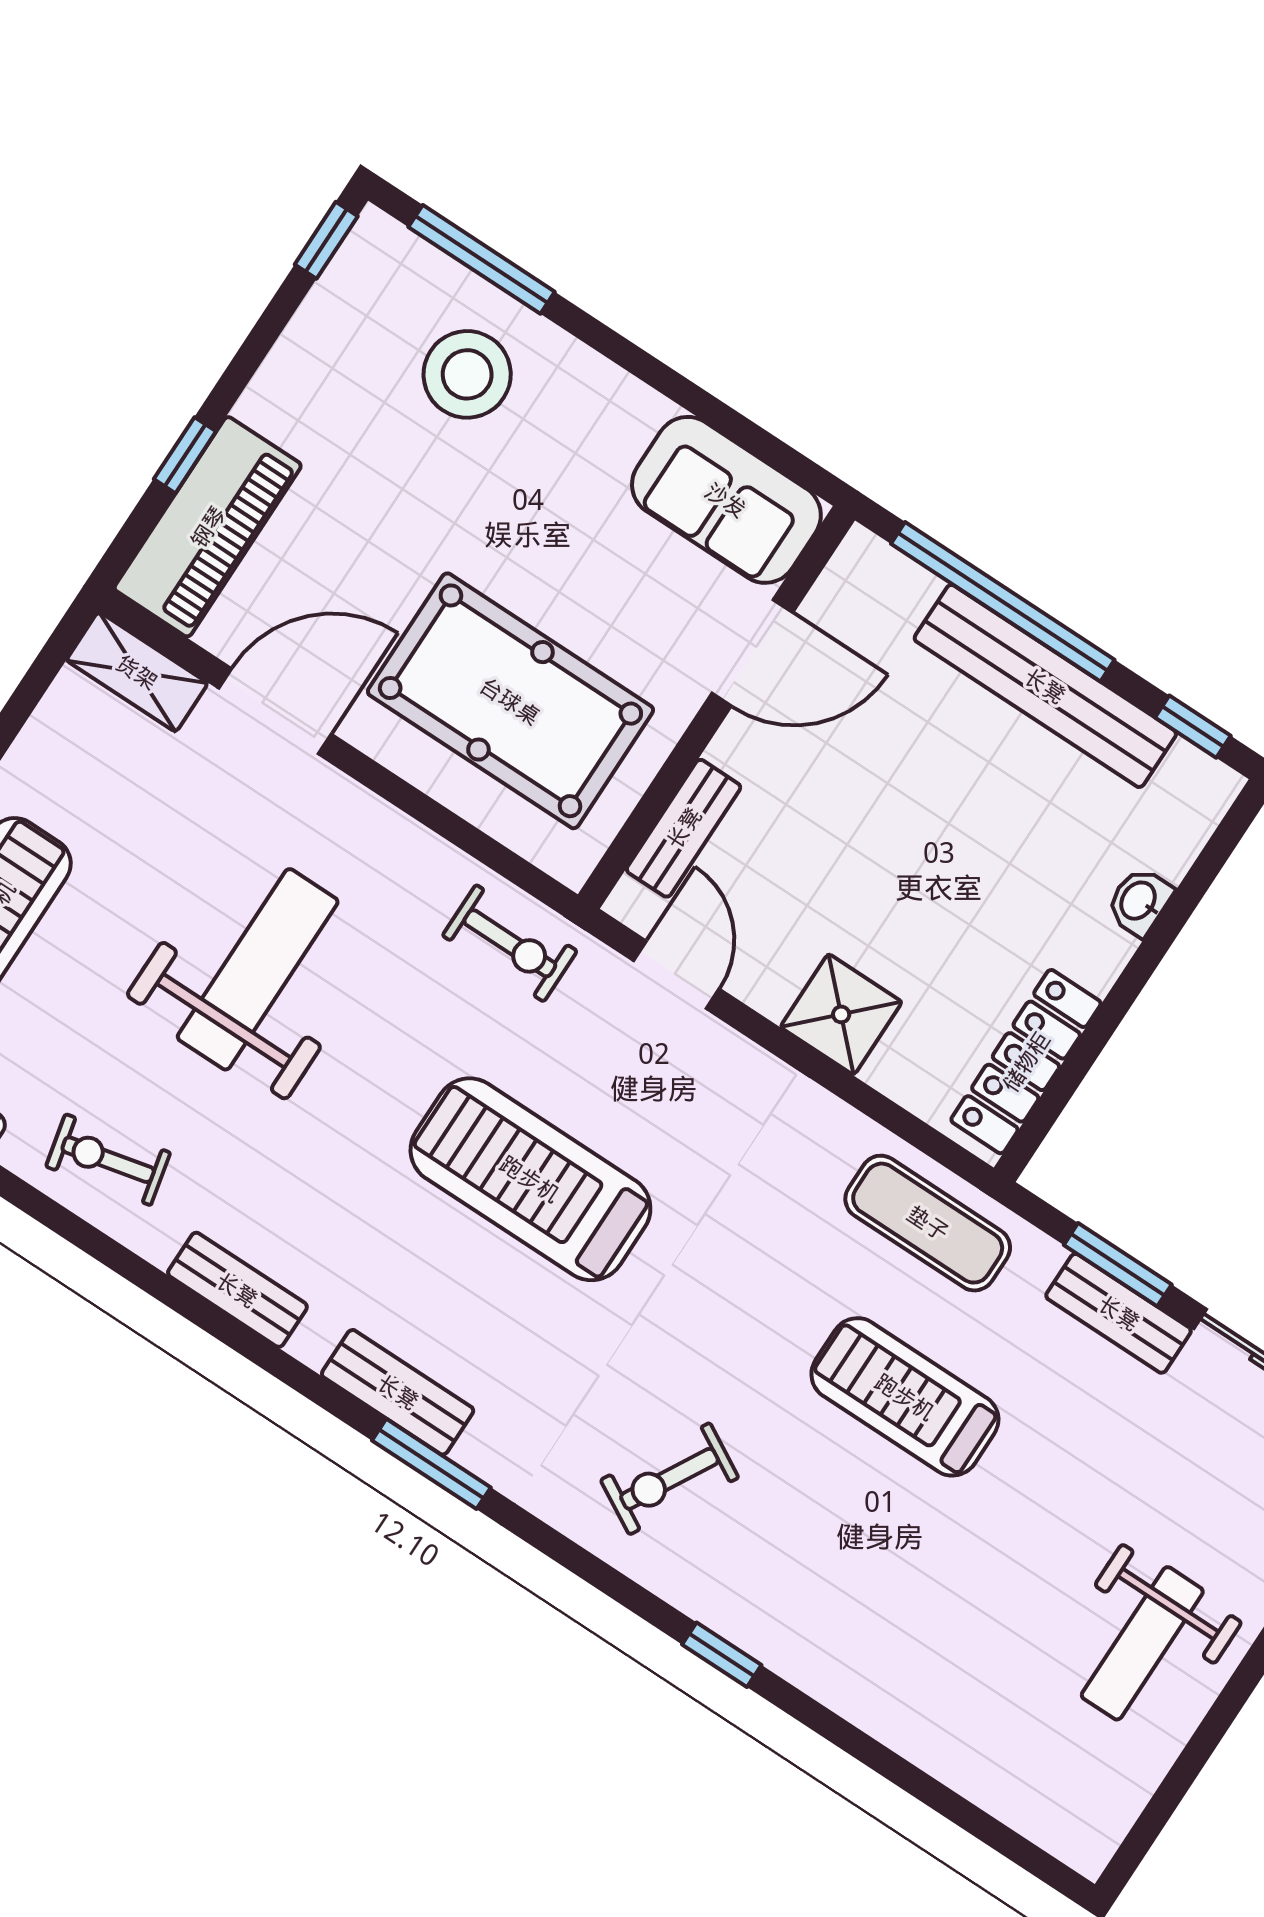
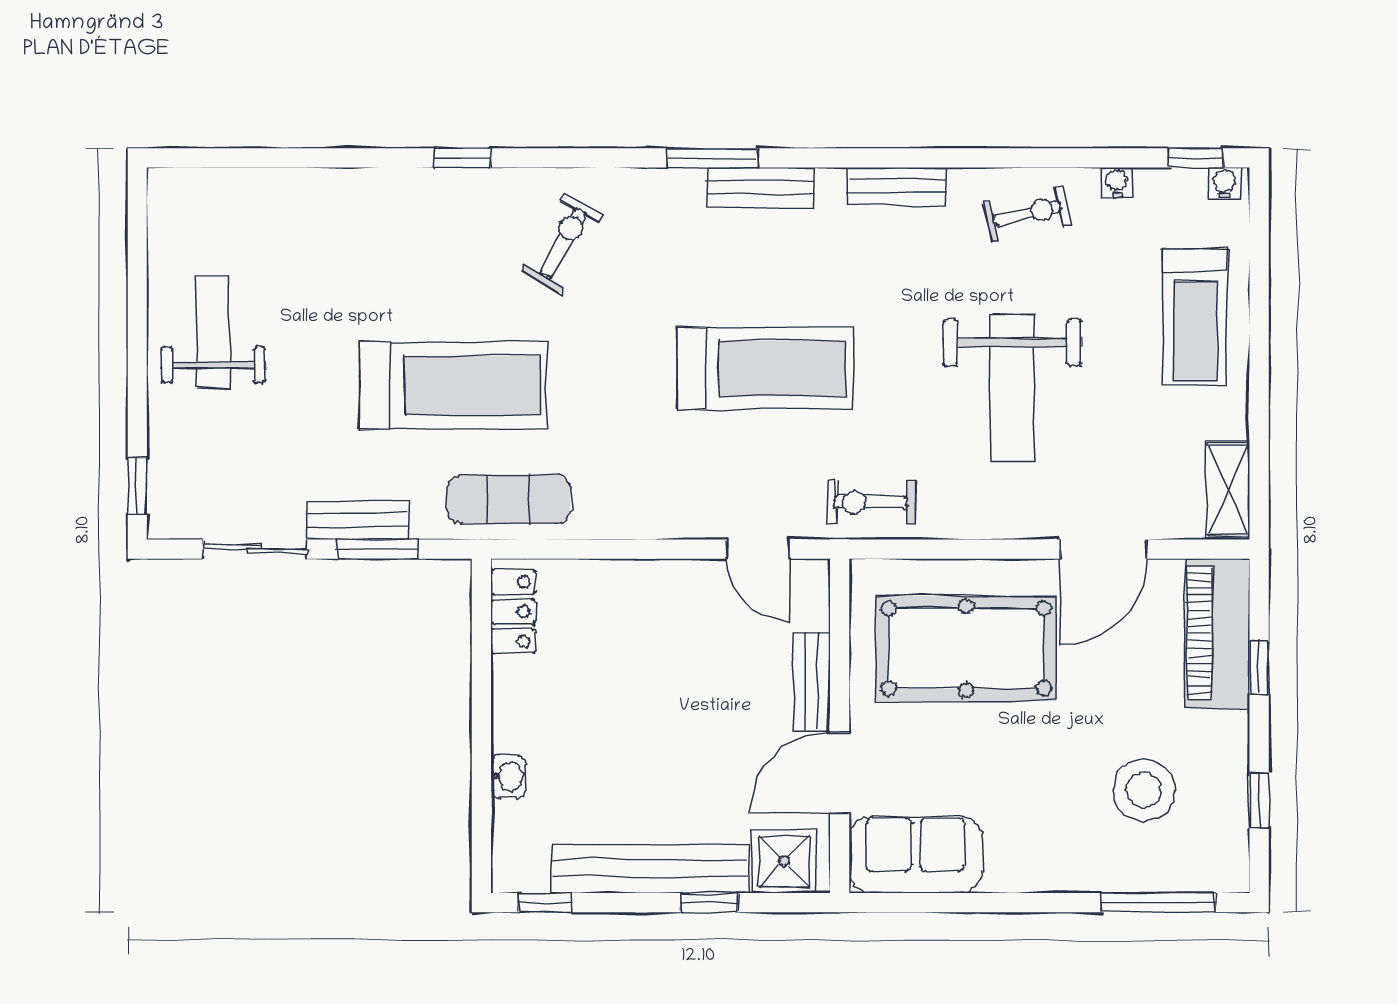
window: (326, 240) -> (1259, 800), moved
stool: (467, 374) -> (1144, 790), moved
window: (1003, 602) -> (709, 903), width x0.32
shelving: (137, 672) -> (1228, 490), moved, turned 90
bench: (684, 828) -> (812, 681), moved
shower: (841, 1014) -> (784, 861), moved
locker: (1026, 1062) -> (513, 612), width x0.66
treadmill: (905, 1397) -> (454, 385), width x1.37, depth x1.38

